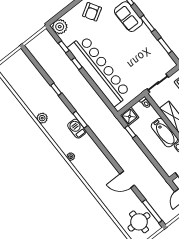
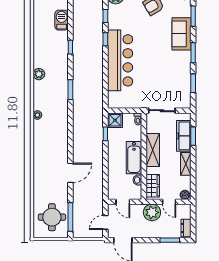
bar counter: (99, 71) -> (120, 60), width x0.73
plant: (42, 118) -> (39, 74), moved
barbecue: (77, 129) -> (62, 20), moved
door: (127, 180) -> (70, 173), swing flipped

